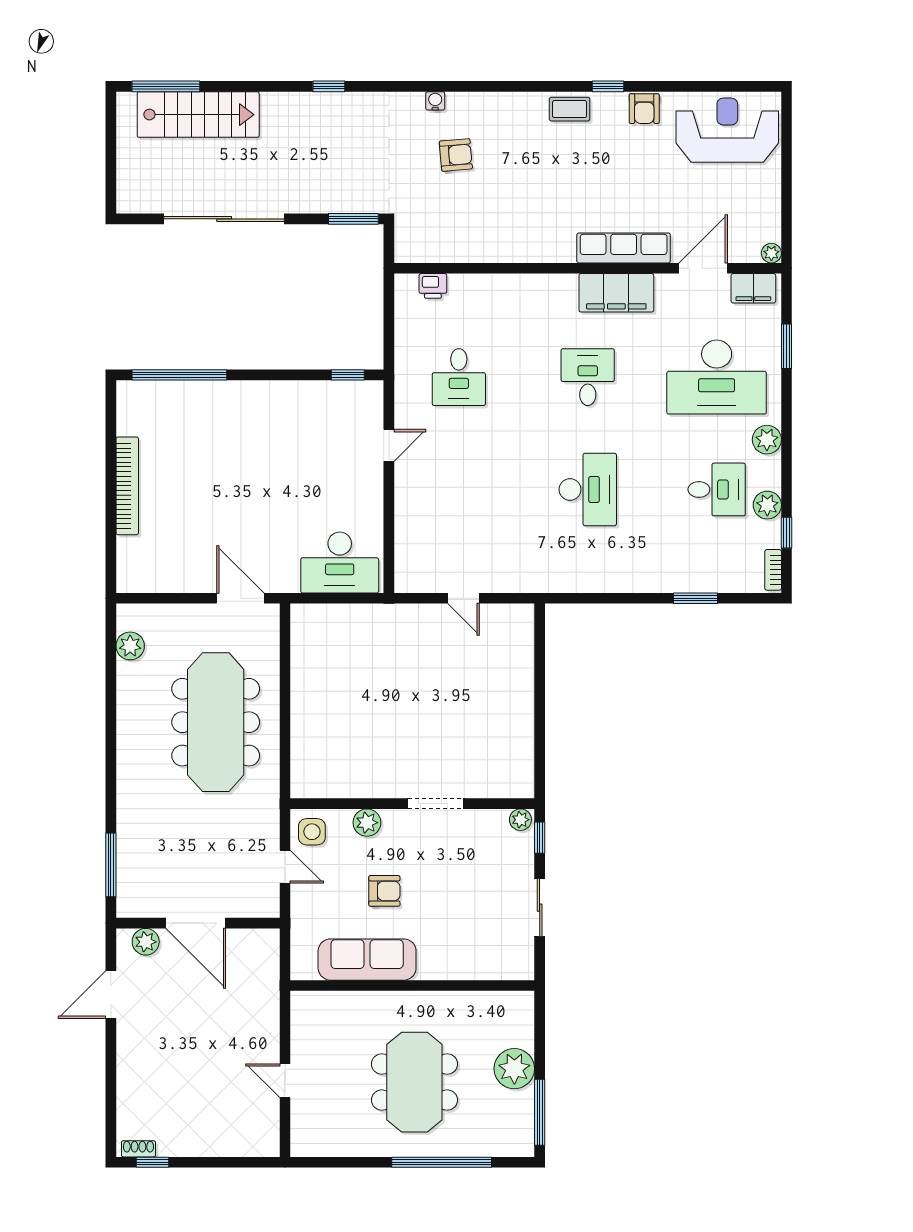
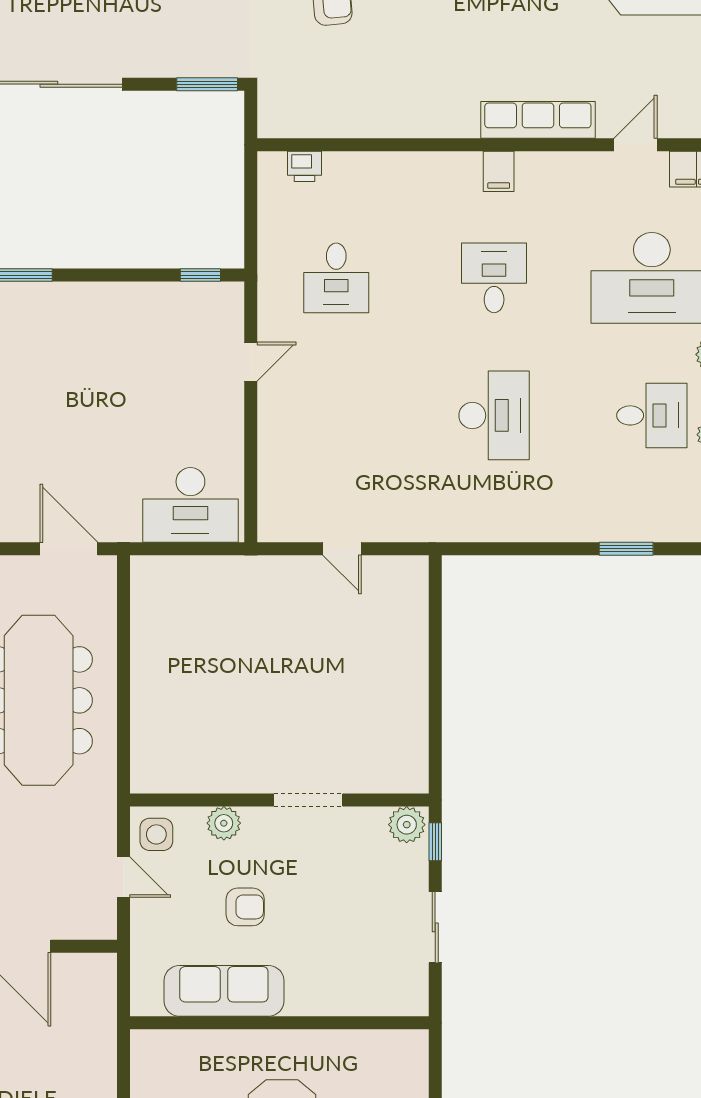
door: (703, 268) -> (635, 145), width x0.73
filing cabinet: (616, 293) -> (499, 171), width x0.33, depth x0.86
plant: (520, 820) -> (407, 825), width x1.38, depth x1.38

